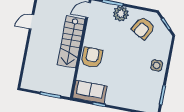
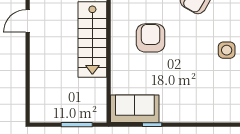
armchair: (92, 57) -> (151, 38), moved

